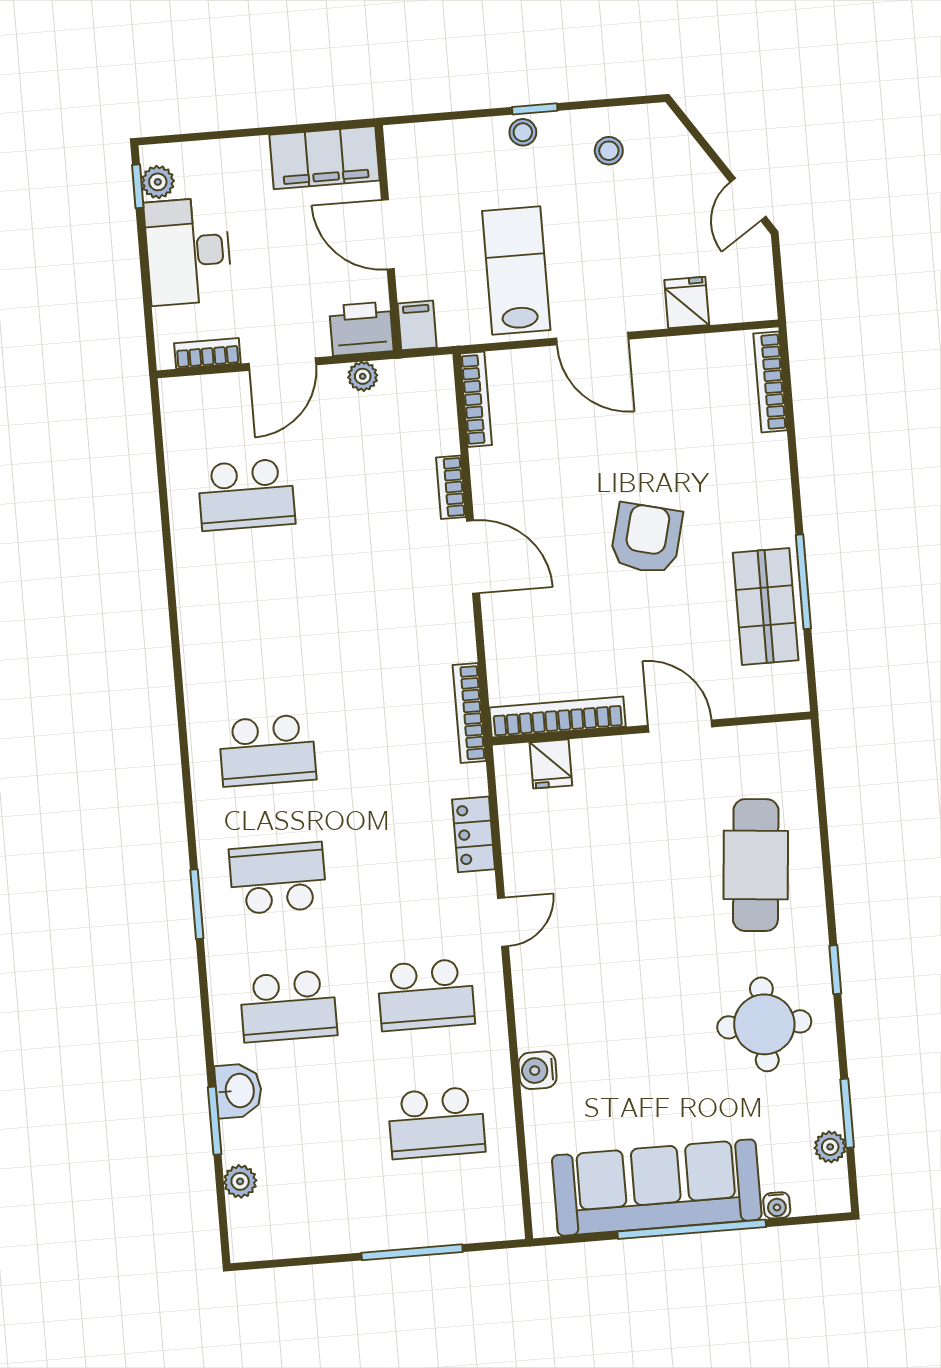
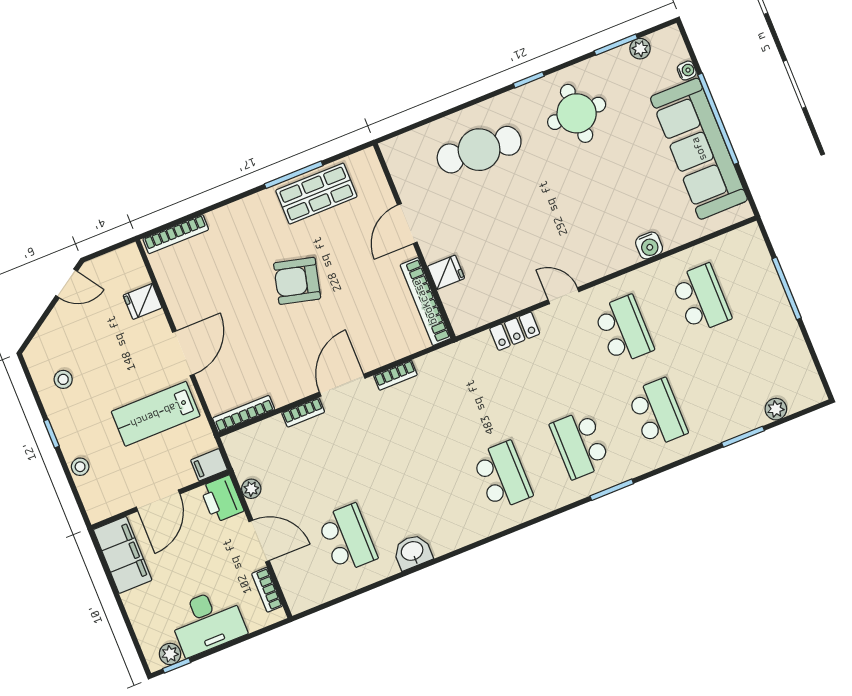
stool: (523, 132) -> (80, 467), moved
bookcase: (469, 713) -> (395, 375), moved, width x0.64
fridge: (551, 764) -> (446, 272), moved
washbasin: (238, 1091) -> (412, 552), moved

